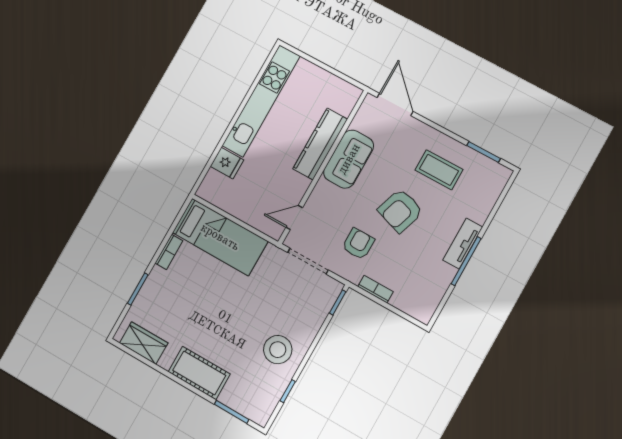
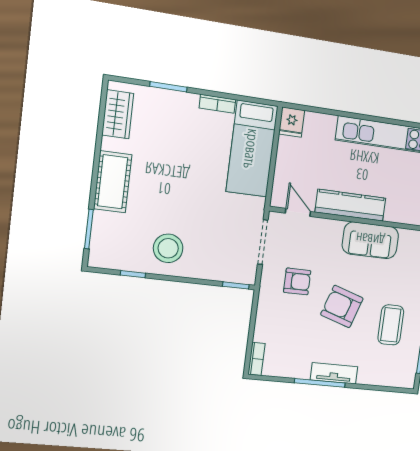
kitchen counter: (320, 144) -> (350, 205), moved
fridge: (227, 163) -> (292, 122), moved
bookcase: (375, 289) -> (257, 359), moved

